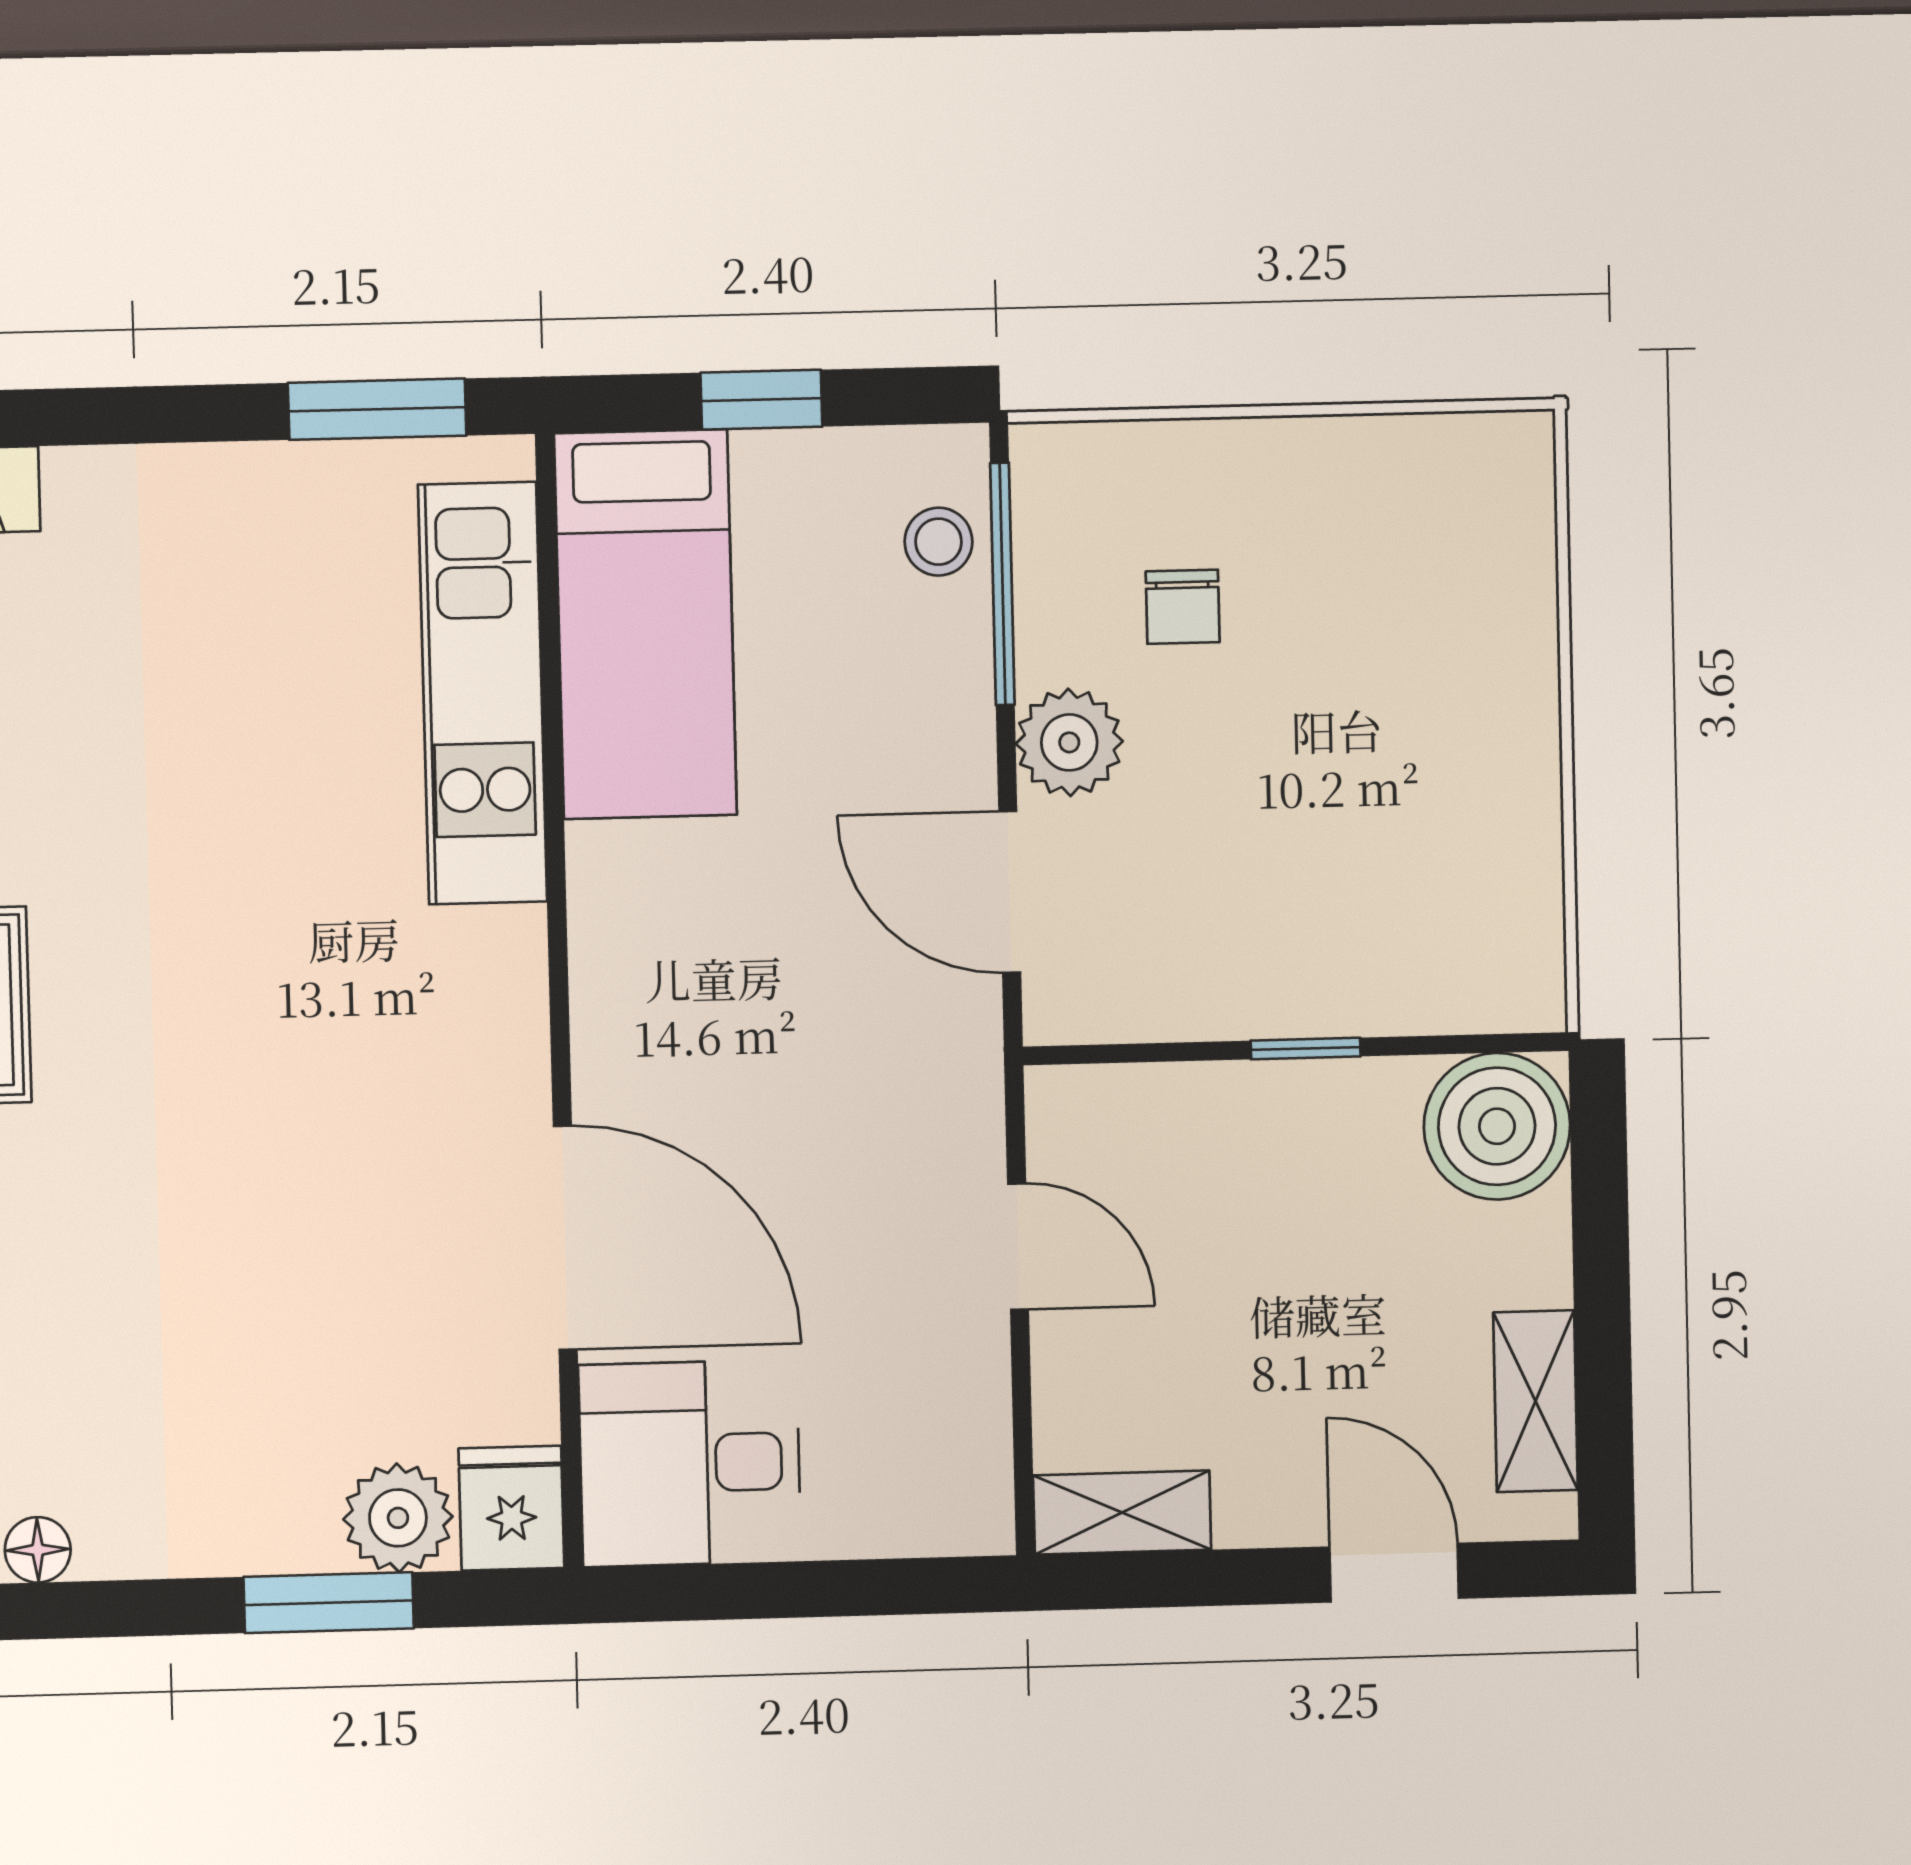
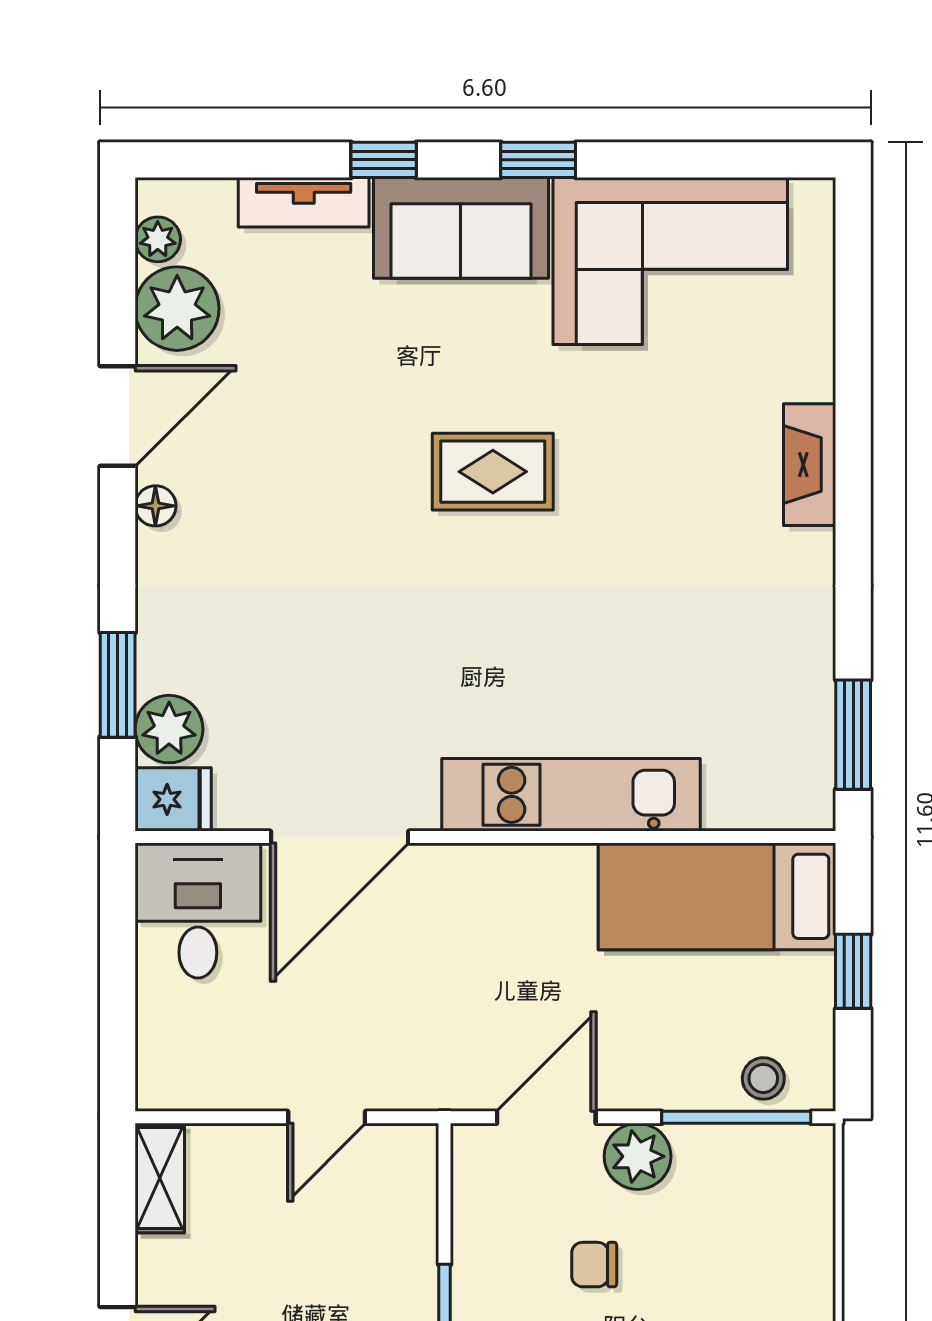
chair: (1183, 607) -> (594, 1265), moved
kitchen unit: (483, 693) -> (571, 795), moved

